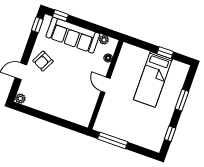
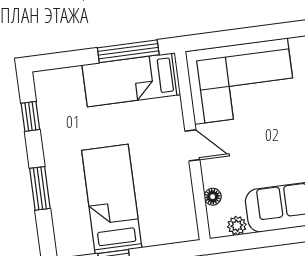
corner sofa: (70, 102) -> (241, 81), added
bed: (118, 127) -> (131, 80), added

